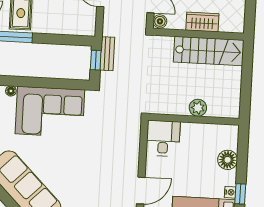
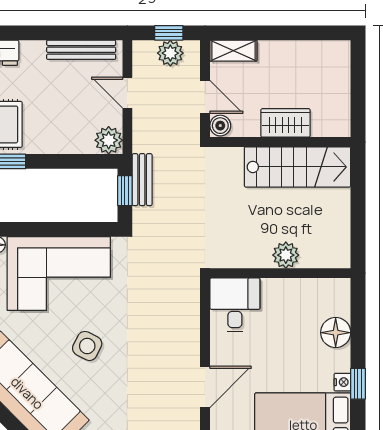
plant: (87, 27) -> (109, 140), added
side table: (66, 160) -> (87, 346), added

